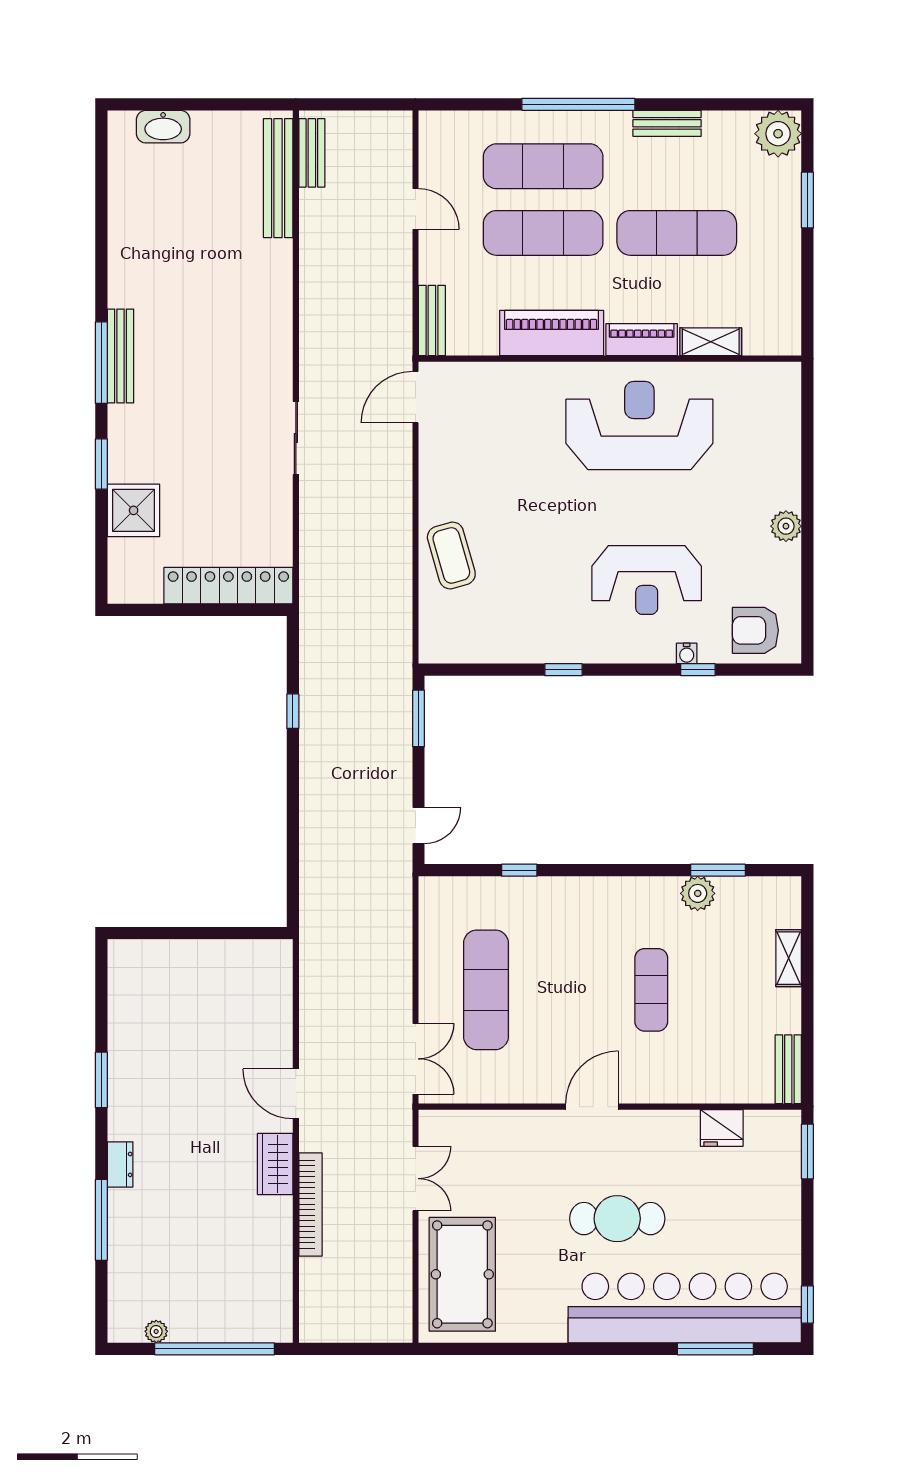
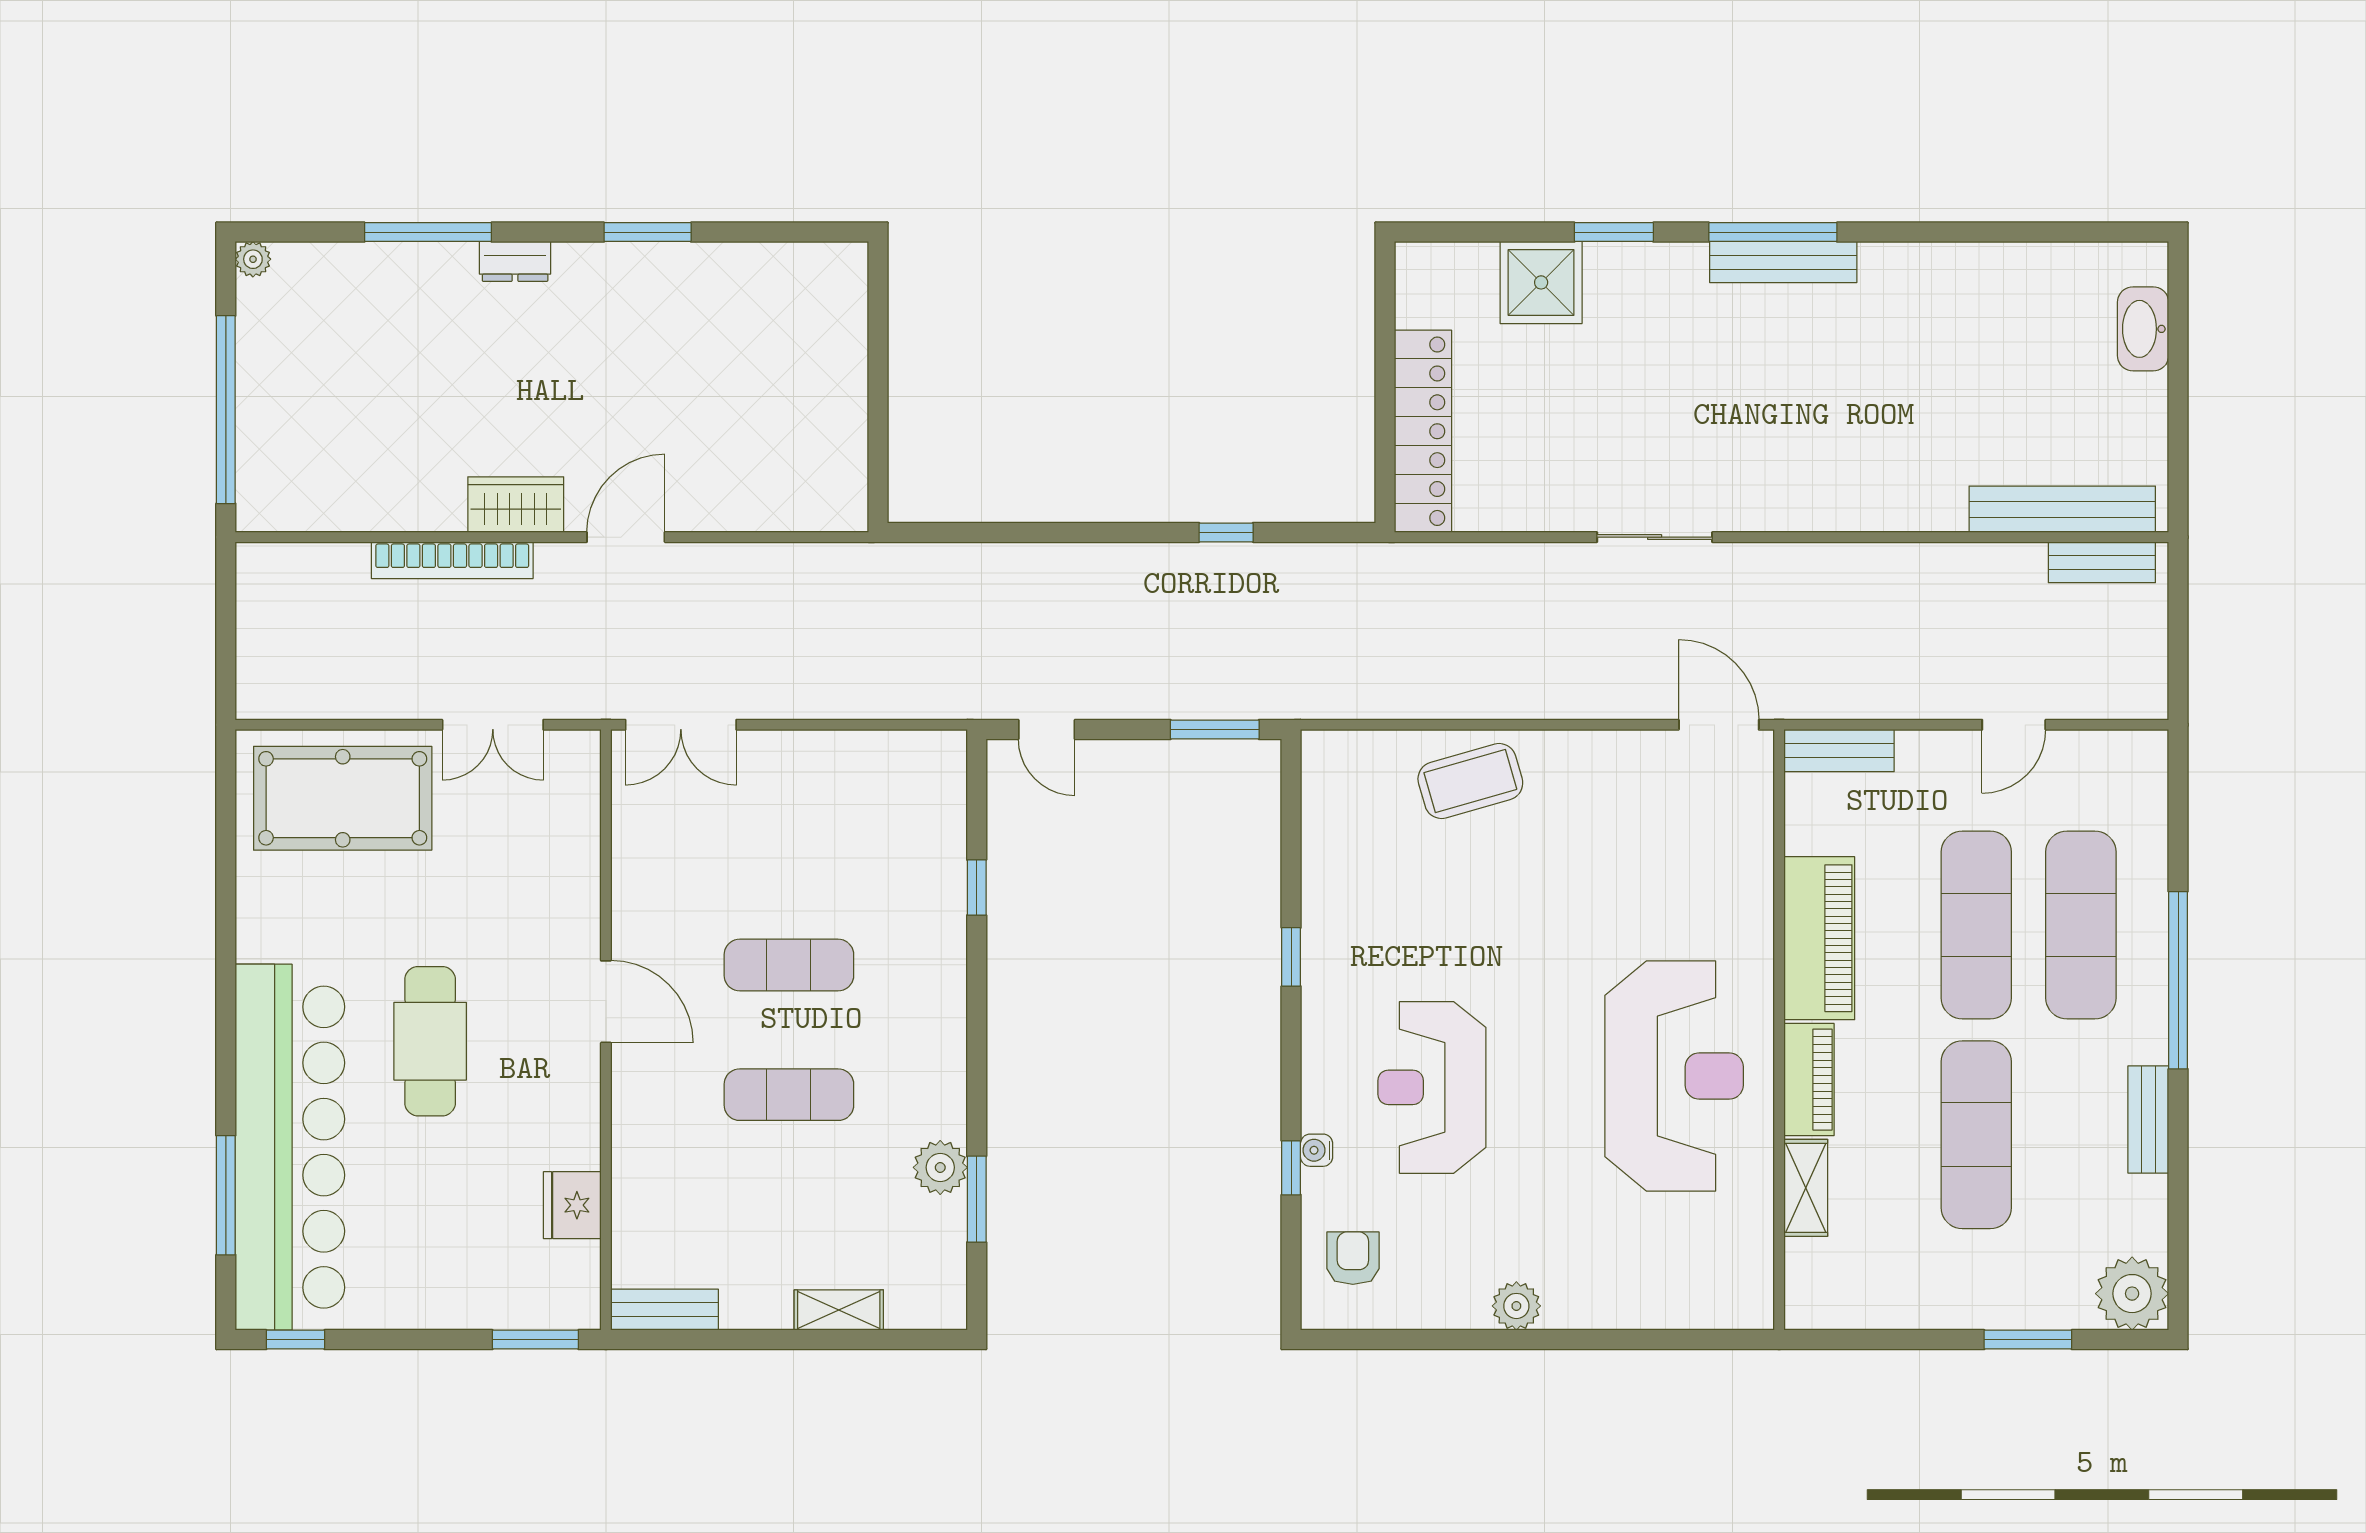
armchair: (755, 630) -> (1353, 1258), width x0.72, depth x0.72
exercise mat: (486, 990) -> (789, 965), moved, width x0.73, depth x0.69
plant: (156, 1331) -> (253, 259), moved

